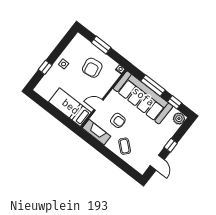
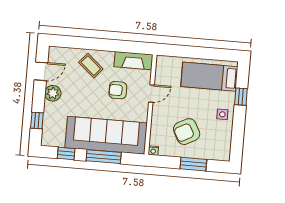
armchair: (92, 68) -> (187, 132), turned -108
bed: (70, 107) -> (209, 77), moved, turned 180
plant: (179, 119) -> (53, 93), moved
window: (171, 145) -> (37, 121), moved
door: (157, 163) -> (41, 71), swing flipped

